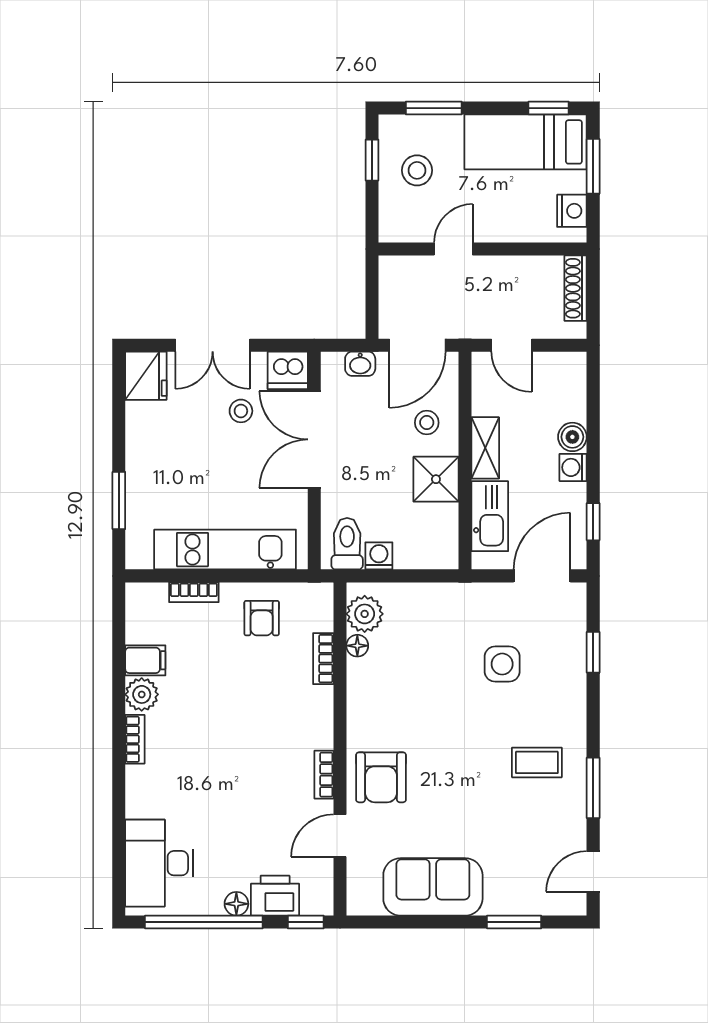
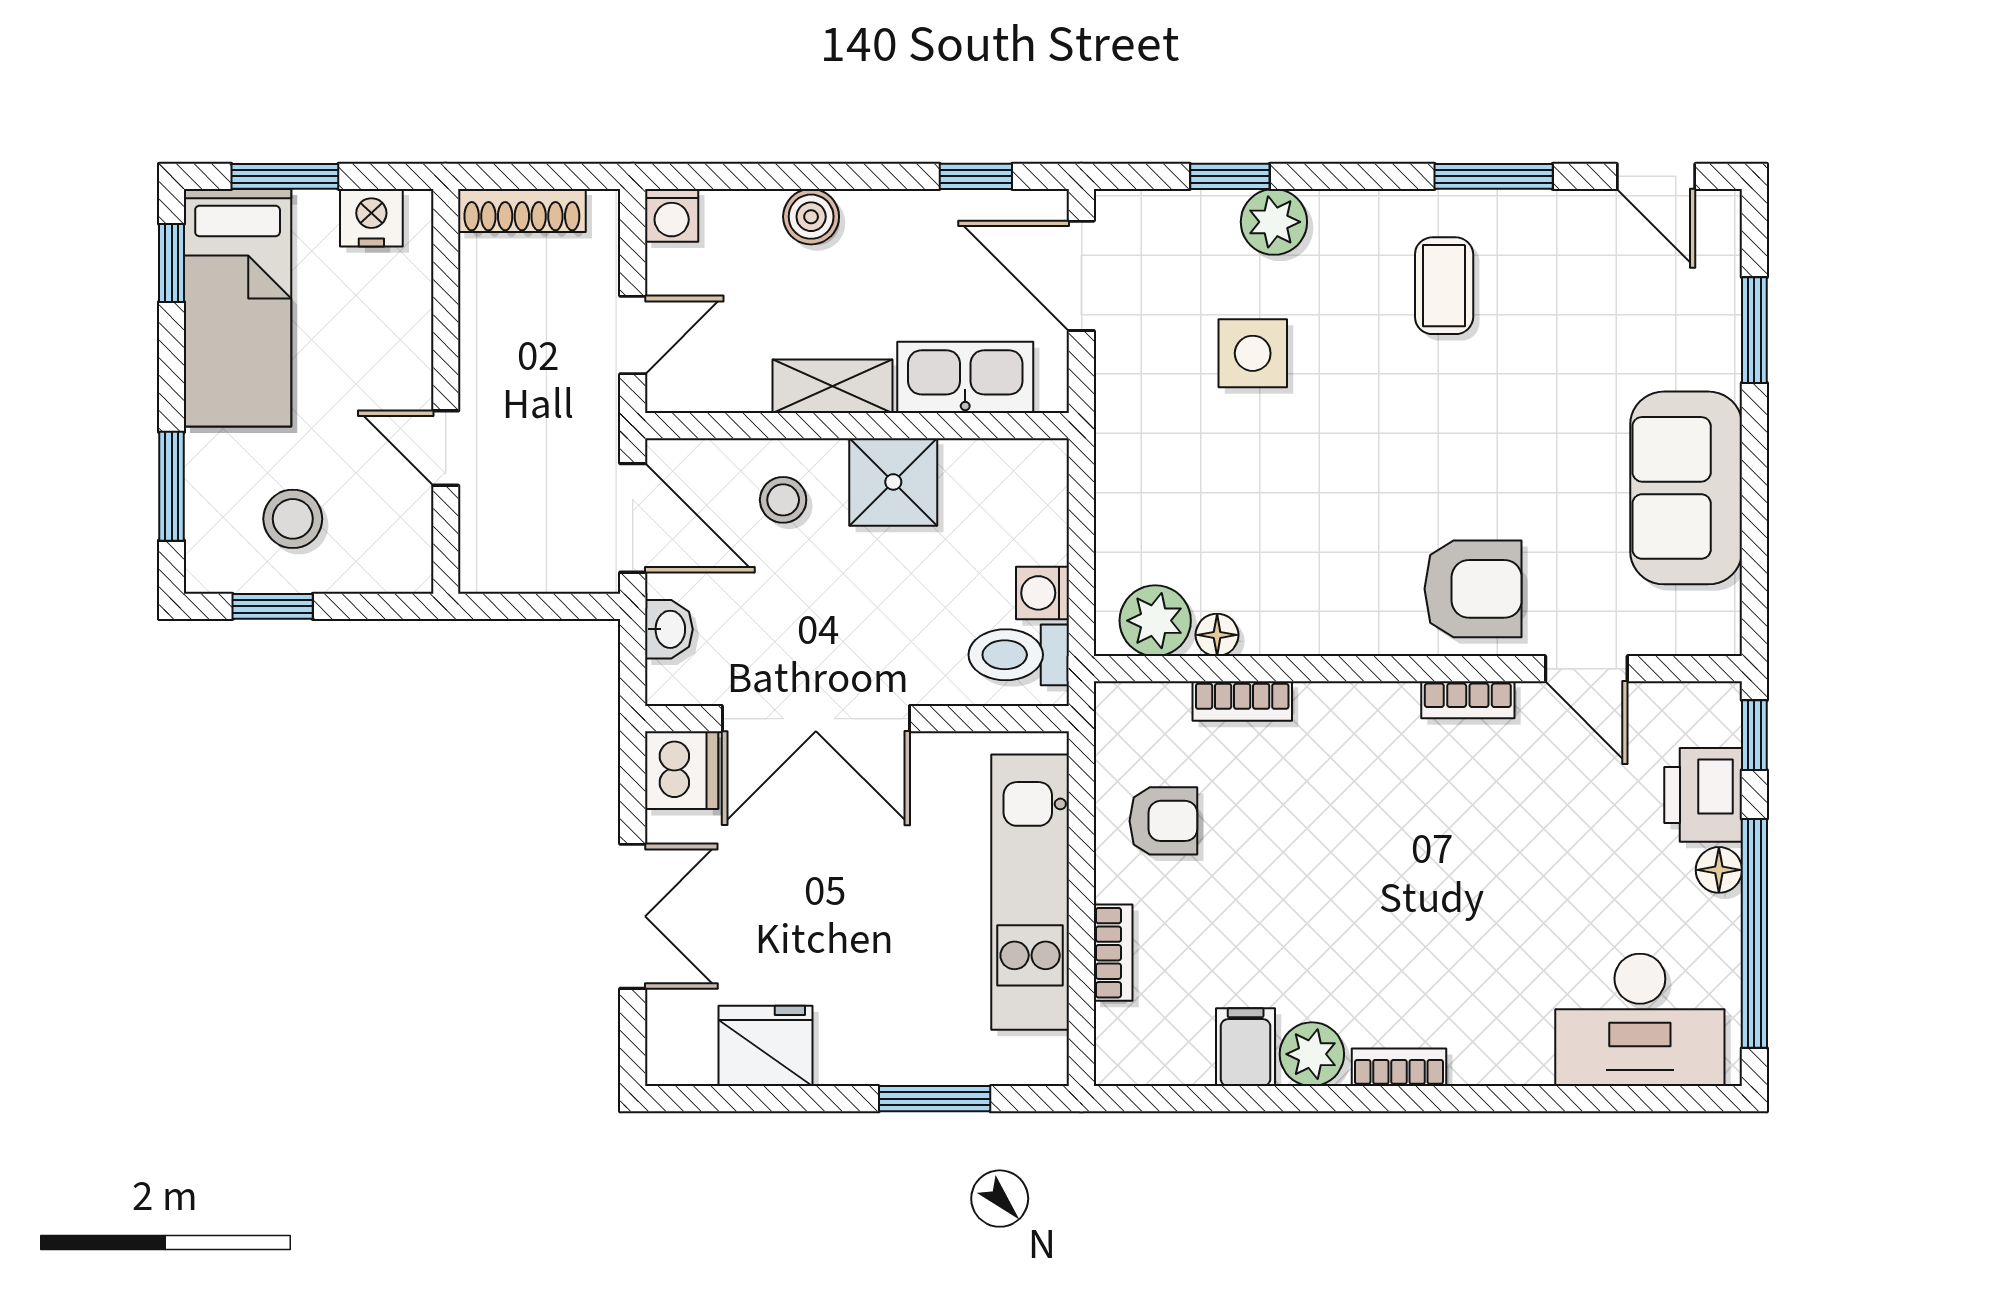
fridge: (146, 376) -> (765, 1046), moved
stool: (241, 411) -> (761, 861), removed
washing machine: (573, 467) -> (672, 215), moved
plant: (570, 675) -> (1274, 222), added

